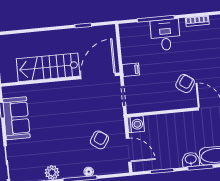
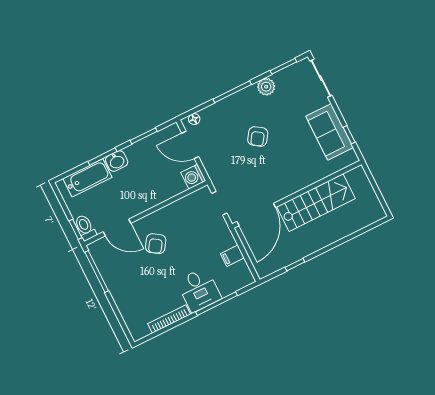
bookcase: (197, 21) -> (169, 319), width x1.56
filing cabinet: (131, 70) -> (232, 256), moved
armchair: (99, 140) -> (258, 136), moved
floor lamp: (89, 172) -> (194, 119), moved

